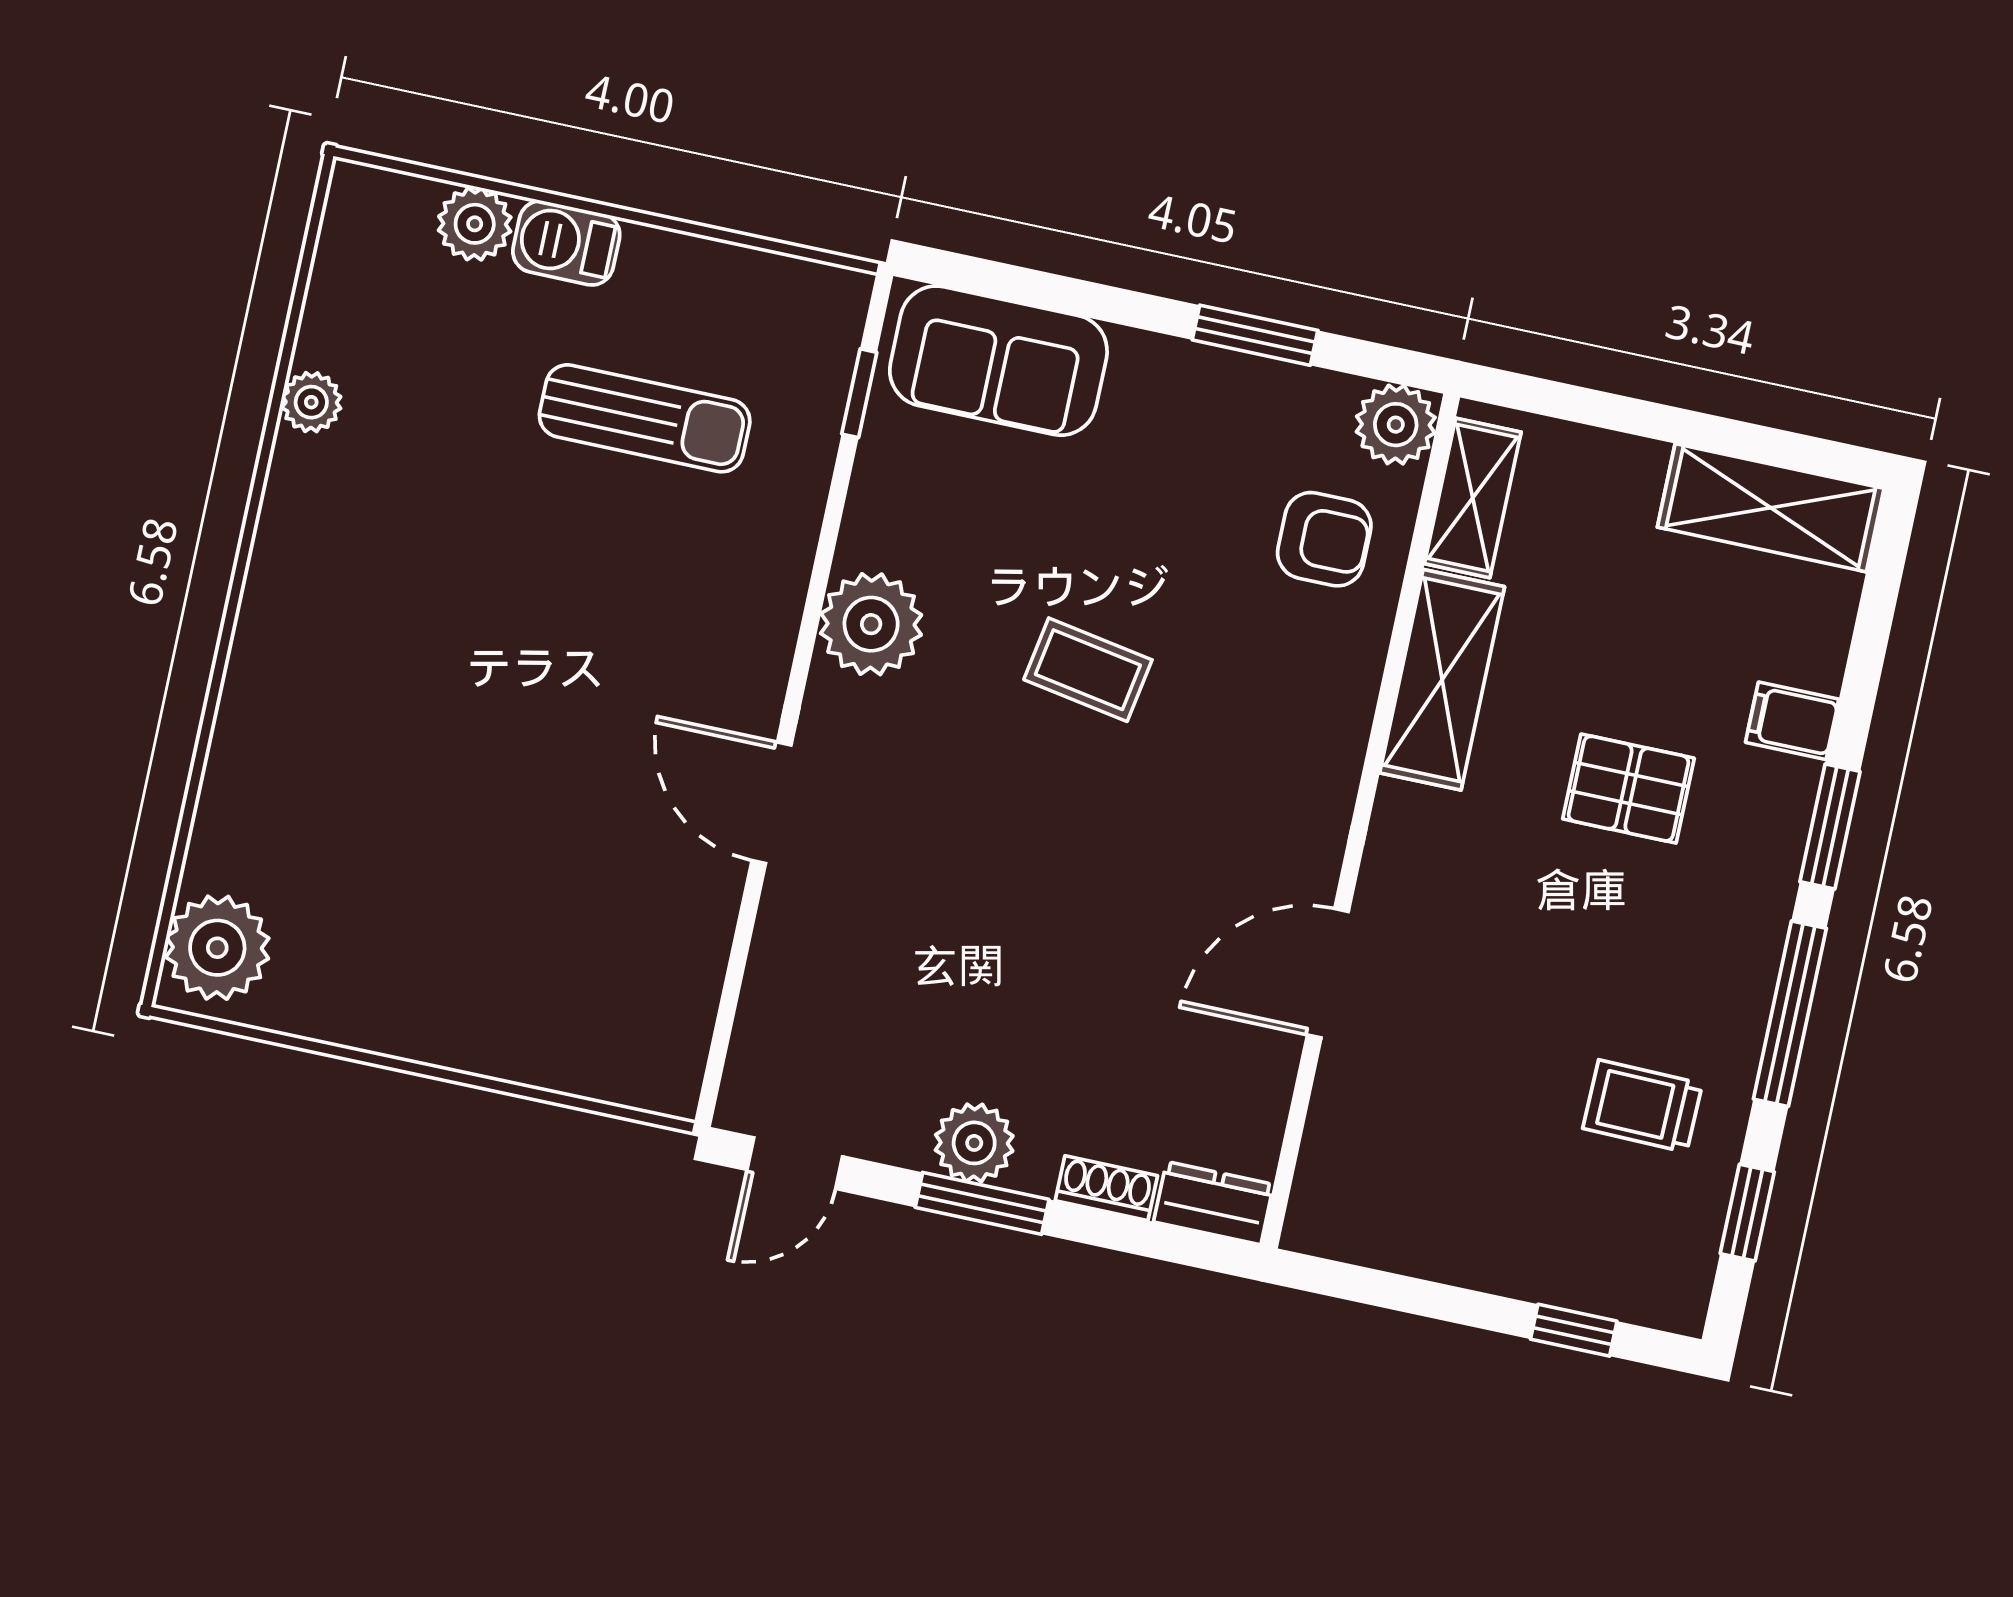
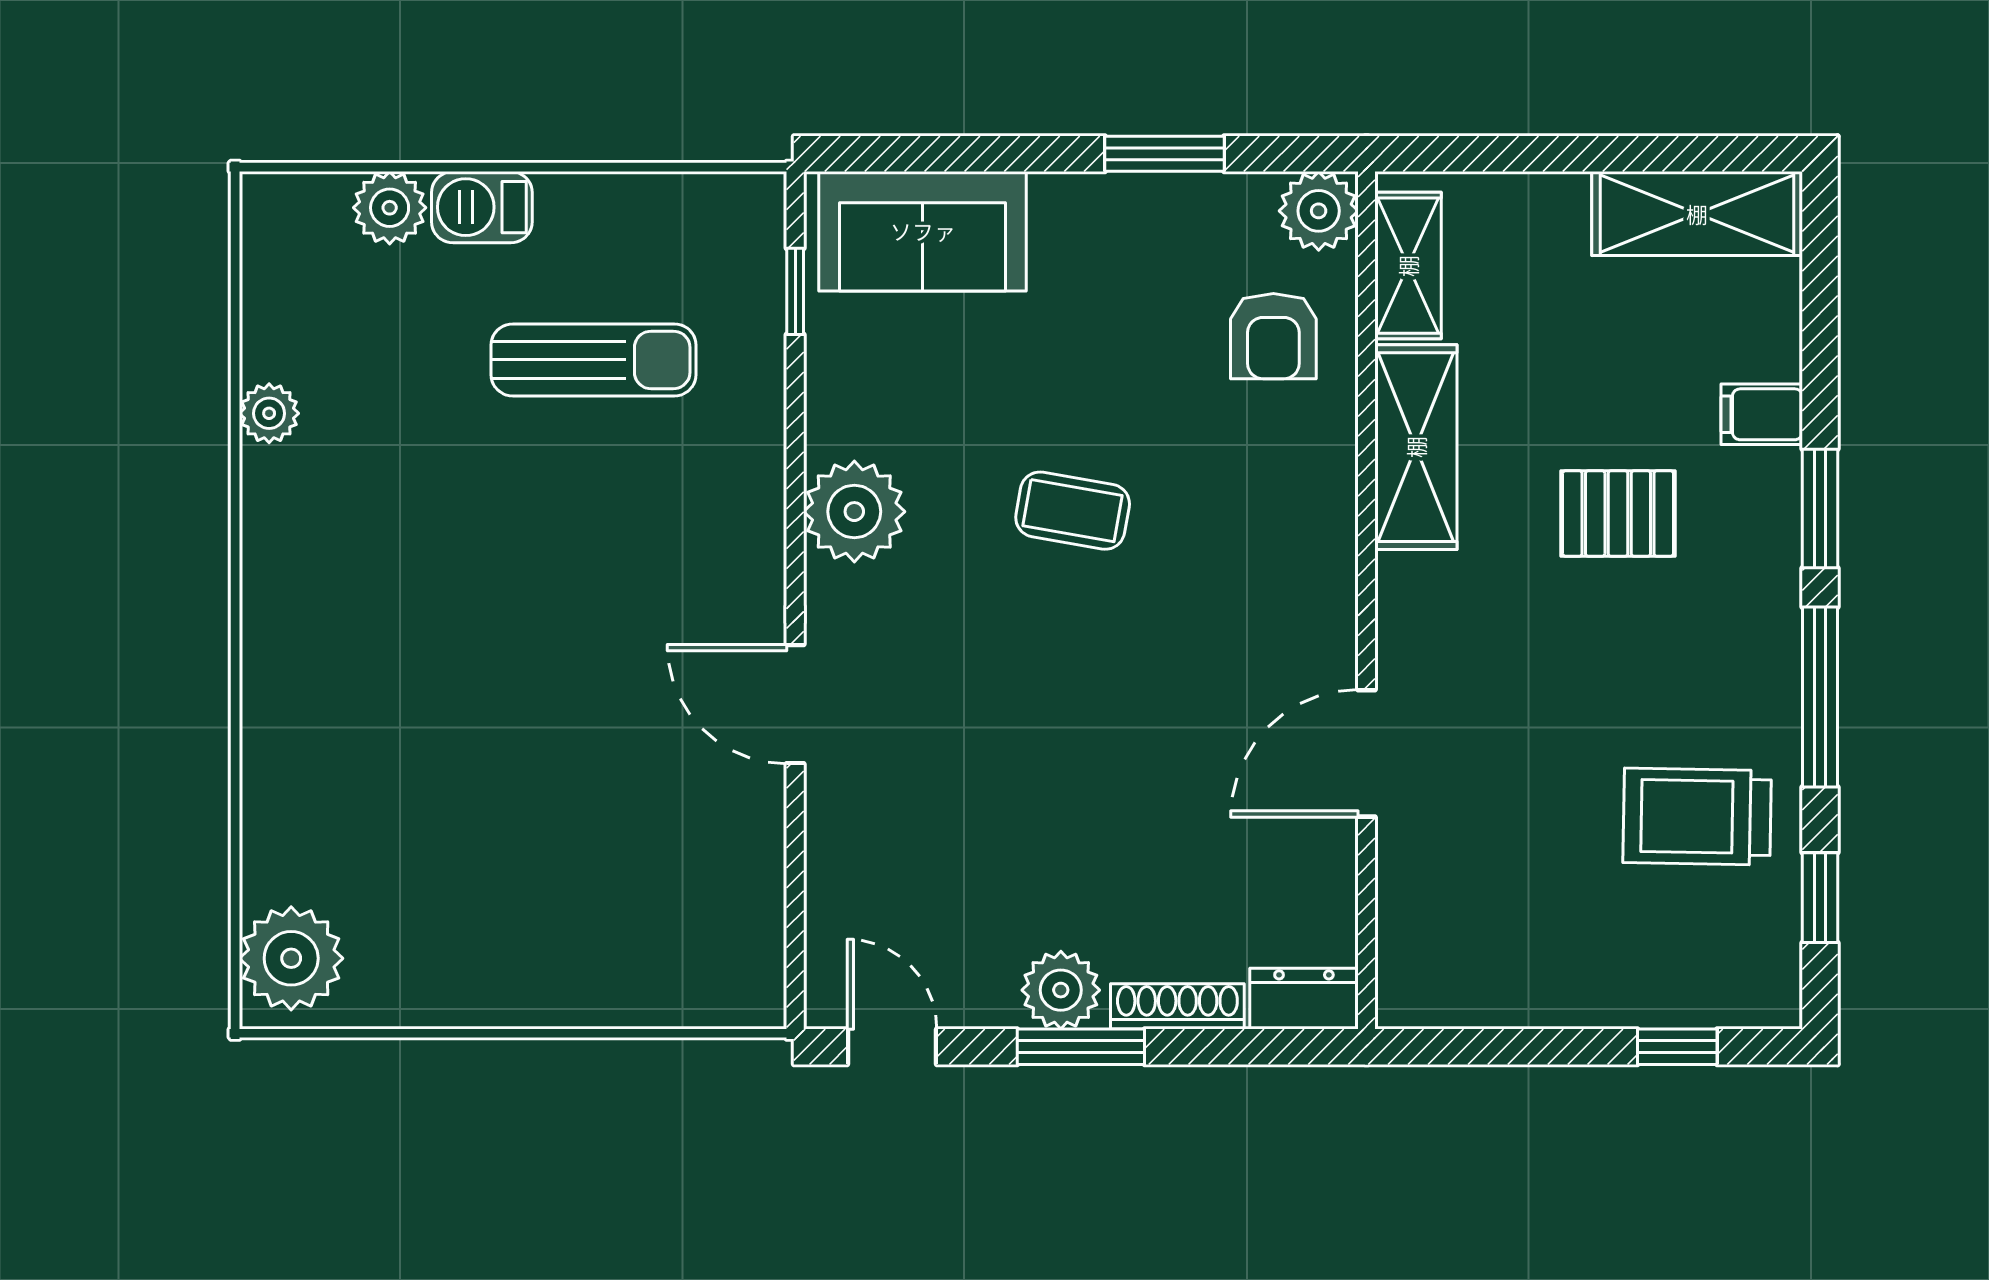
armchair: (1324, 539) -> (1273, 336), turned 90
trolley: (1643, 1106) -> (1697, 816), width x1.36, depth x1.39
door: (795, 1163) -> (892, 1047), swing flipped
shoe rack: (1106, 1188) -> (1177, 1006), width x1.43

